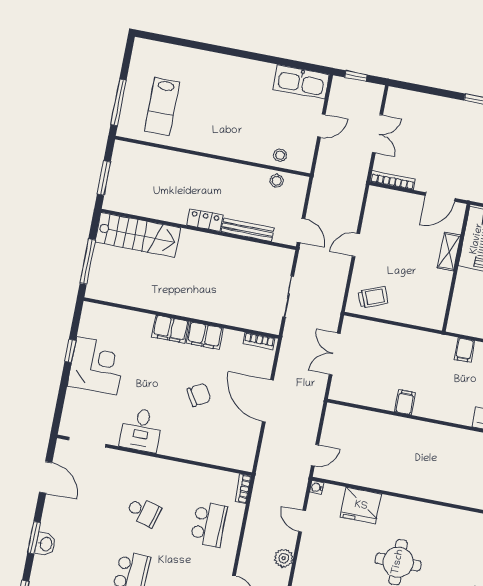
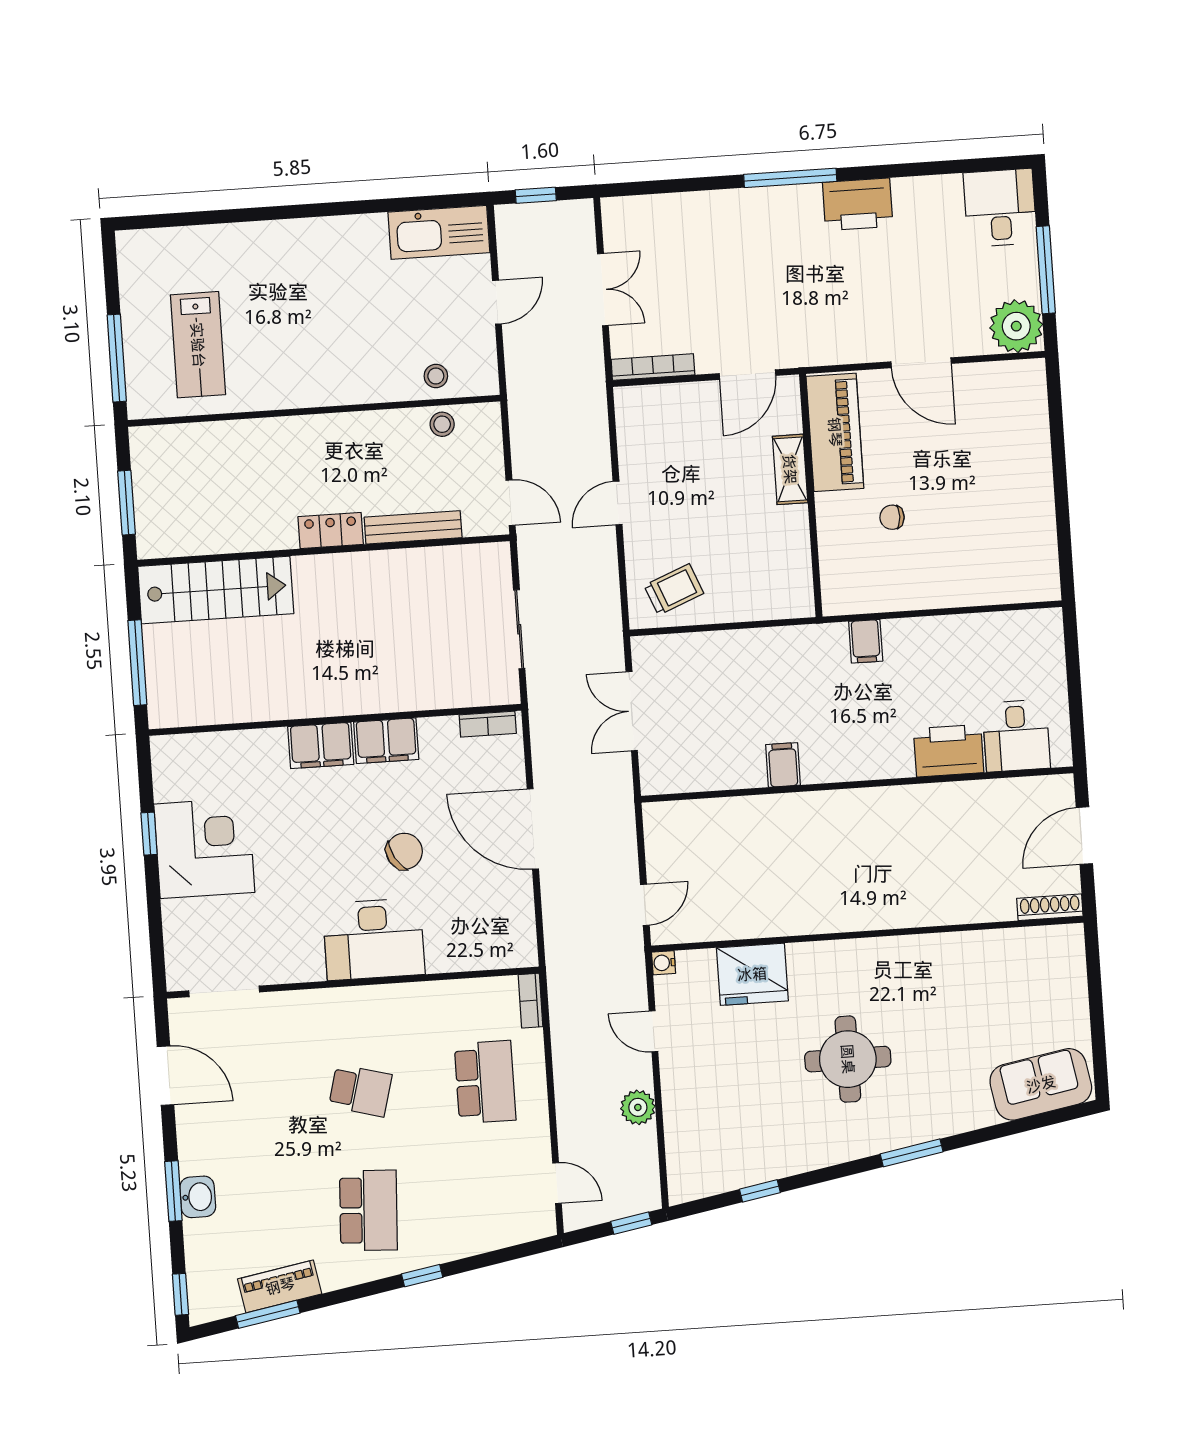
desk: (141, 430) -> (374, 939), moved, width x1.37

